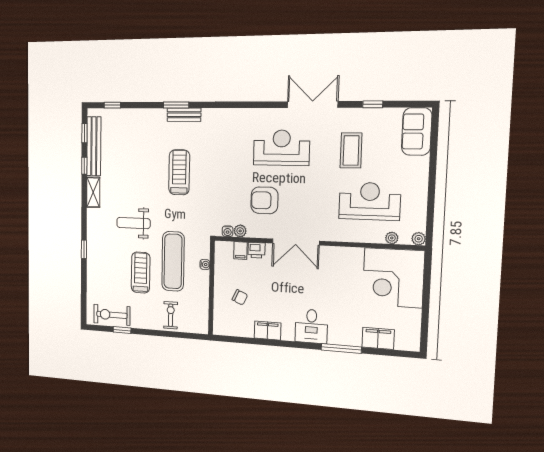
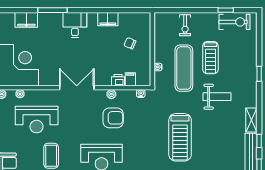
treadmill: (179, 172) -> (180, 137), width x1.37, depth x1.38
plant: (240, 231) -> (111, 94), moved
double door: (296, 242) -> (77, 88), moved

